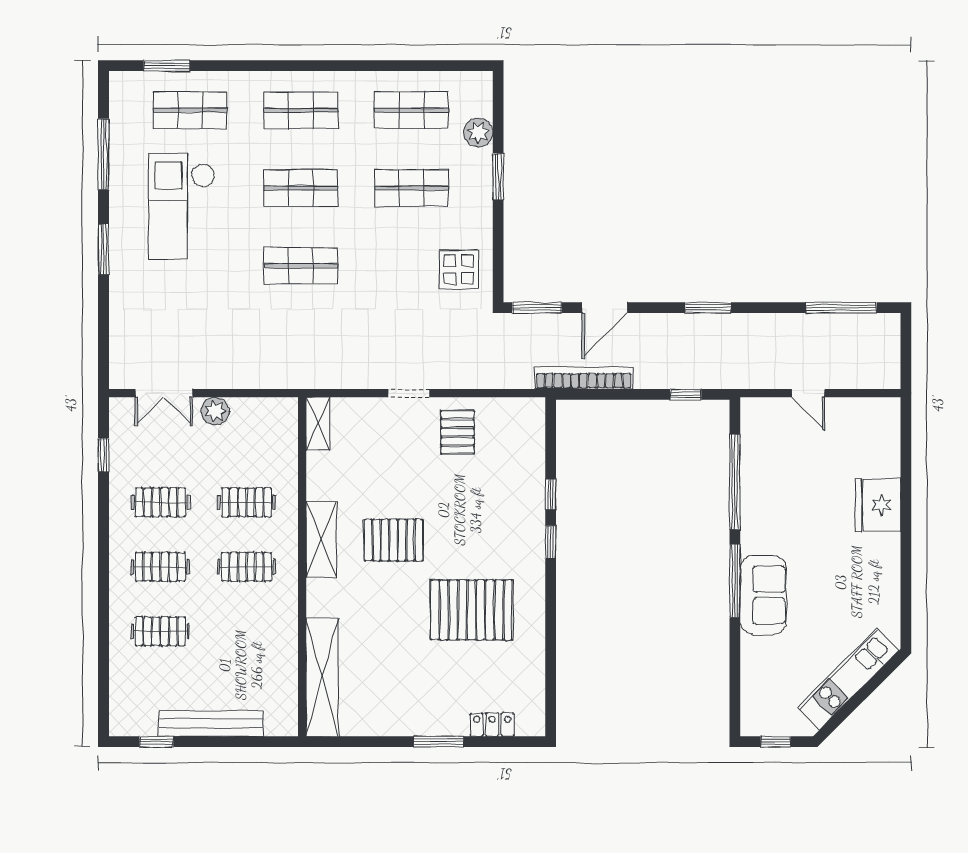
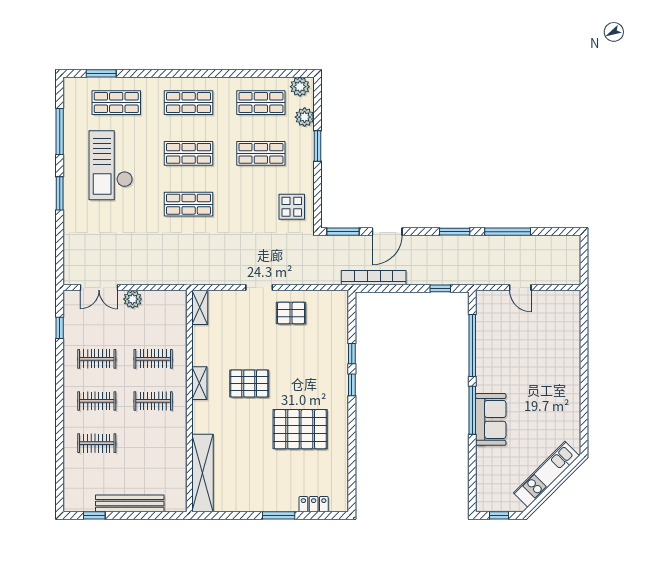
plant: (471, 86) -> (300, 87), added
window: (841, 308) -> (508, 232), moved
pallet: (458, 432) -> (291, 313), turned 90
fridge: (878, 505) -> (566, 361), removed
shelving: (321, 539) -> (199, 383), width x0.67, depth x0.75

